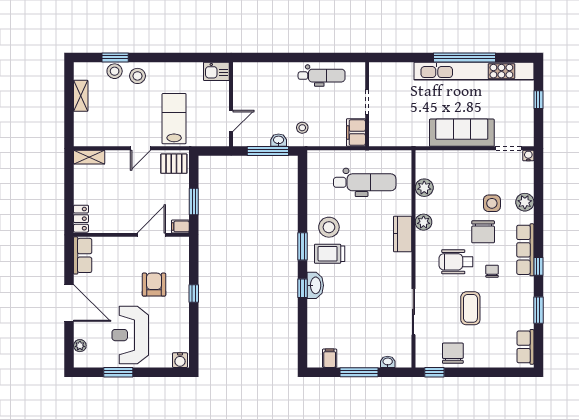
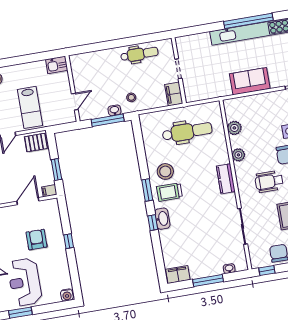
lab bench: (174, 119) -> (30, 107), turned 180
sofa: (462, 133) -> (250, 81), width x0.73
kitchen counter: (403, 234) -> (226, 179), moved
filing cabinet: (330, 358) -> (178, 274), width x2.00

